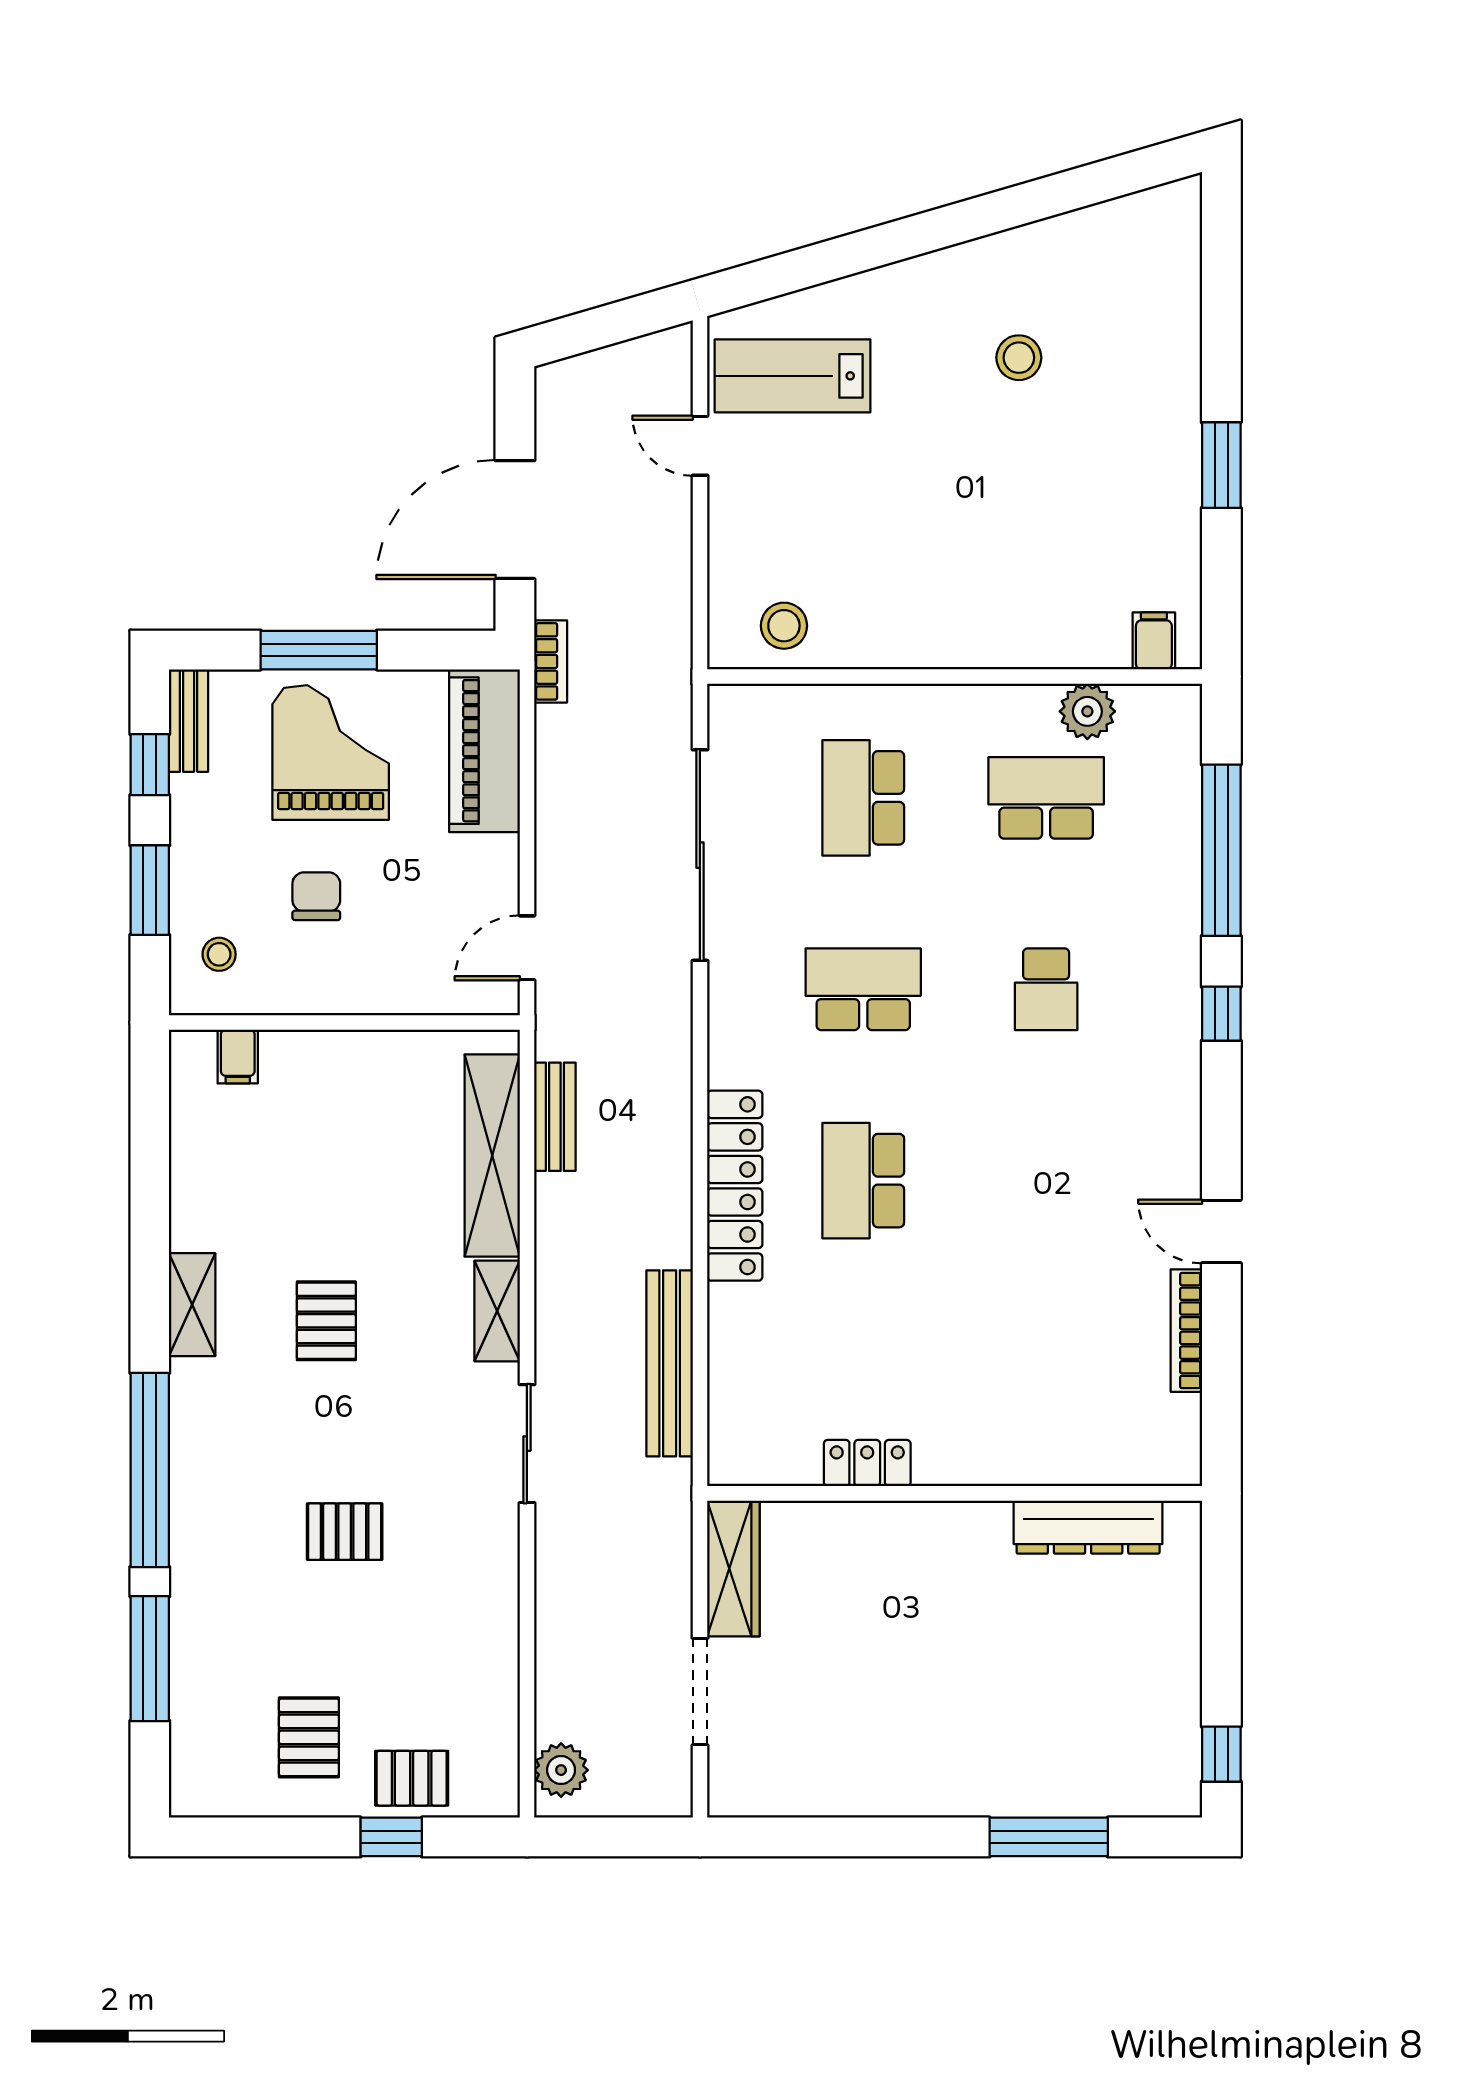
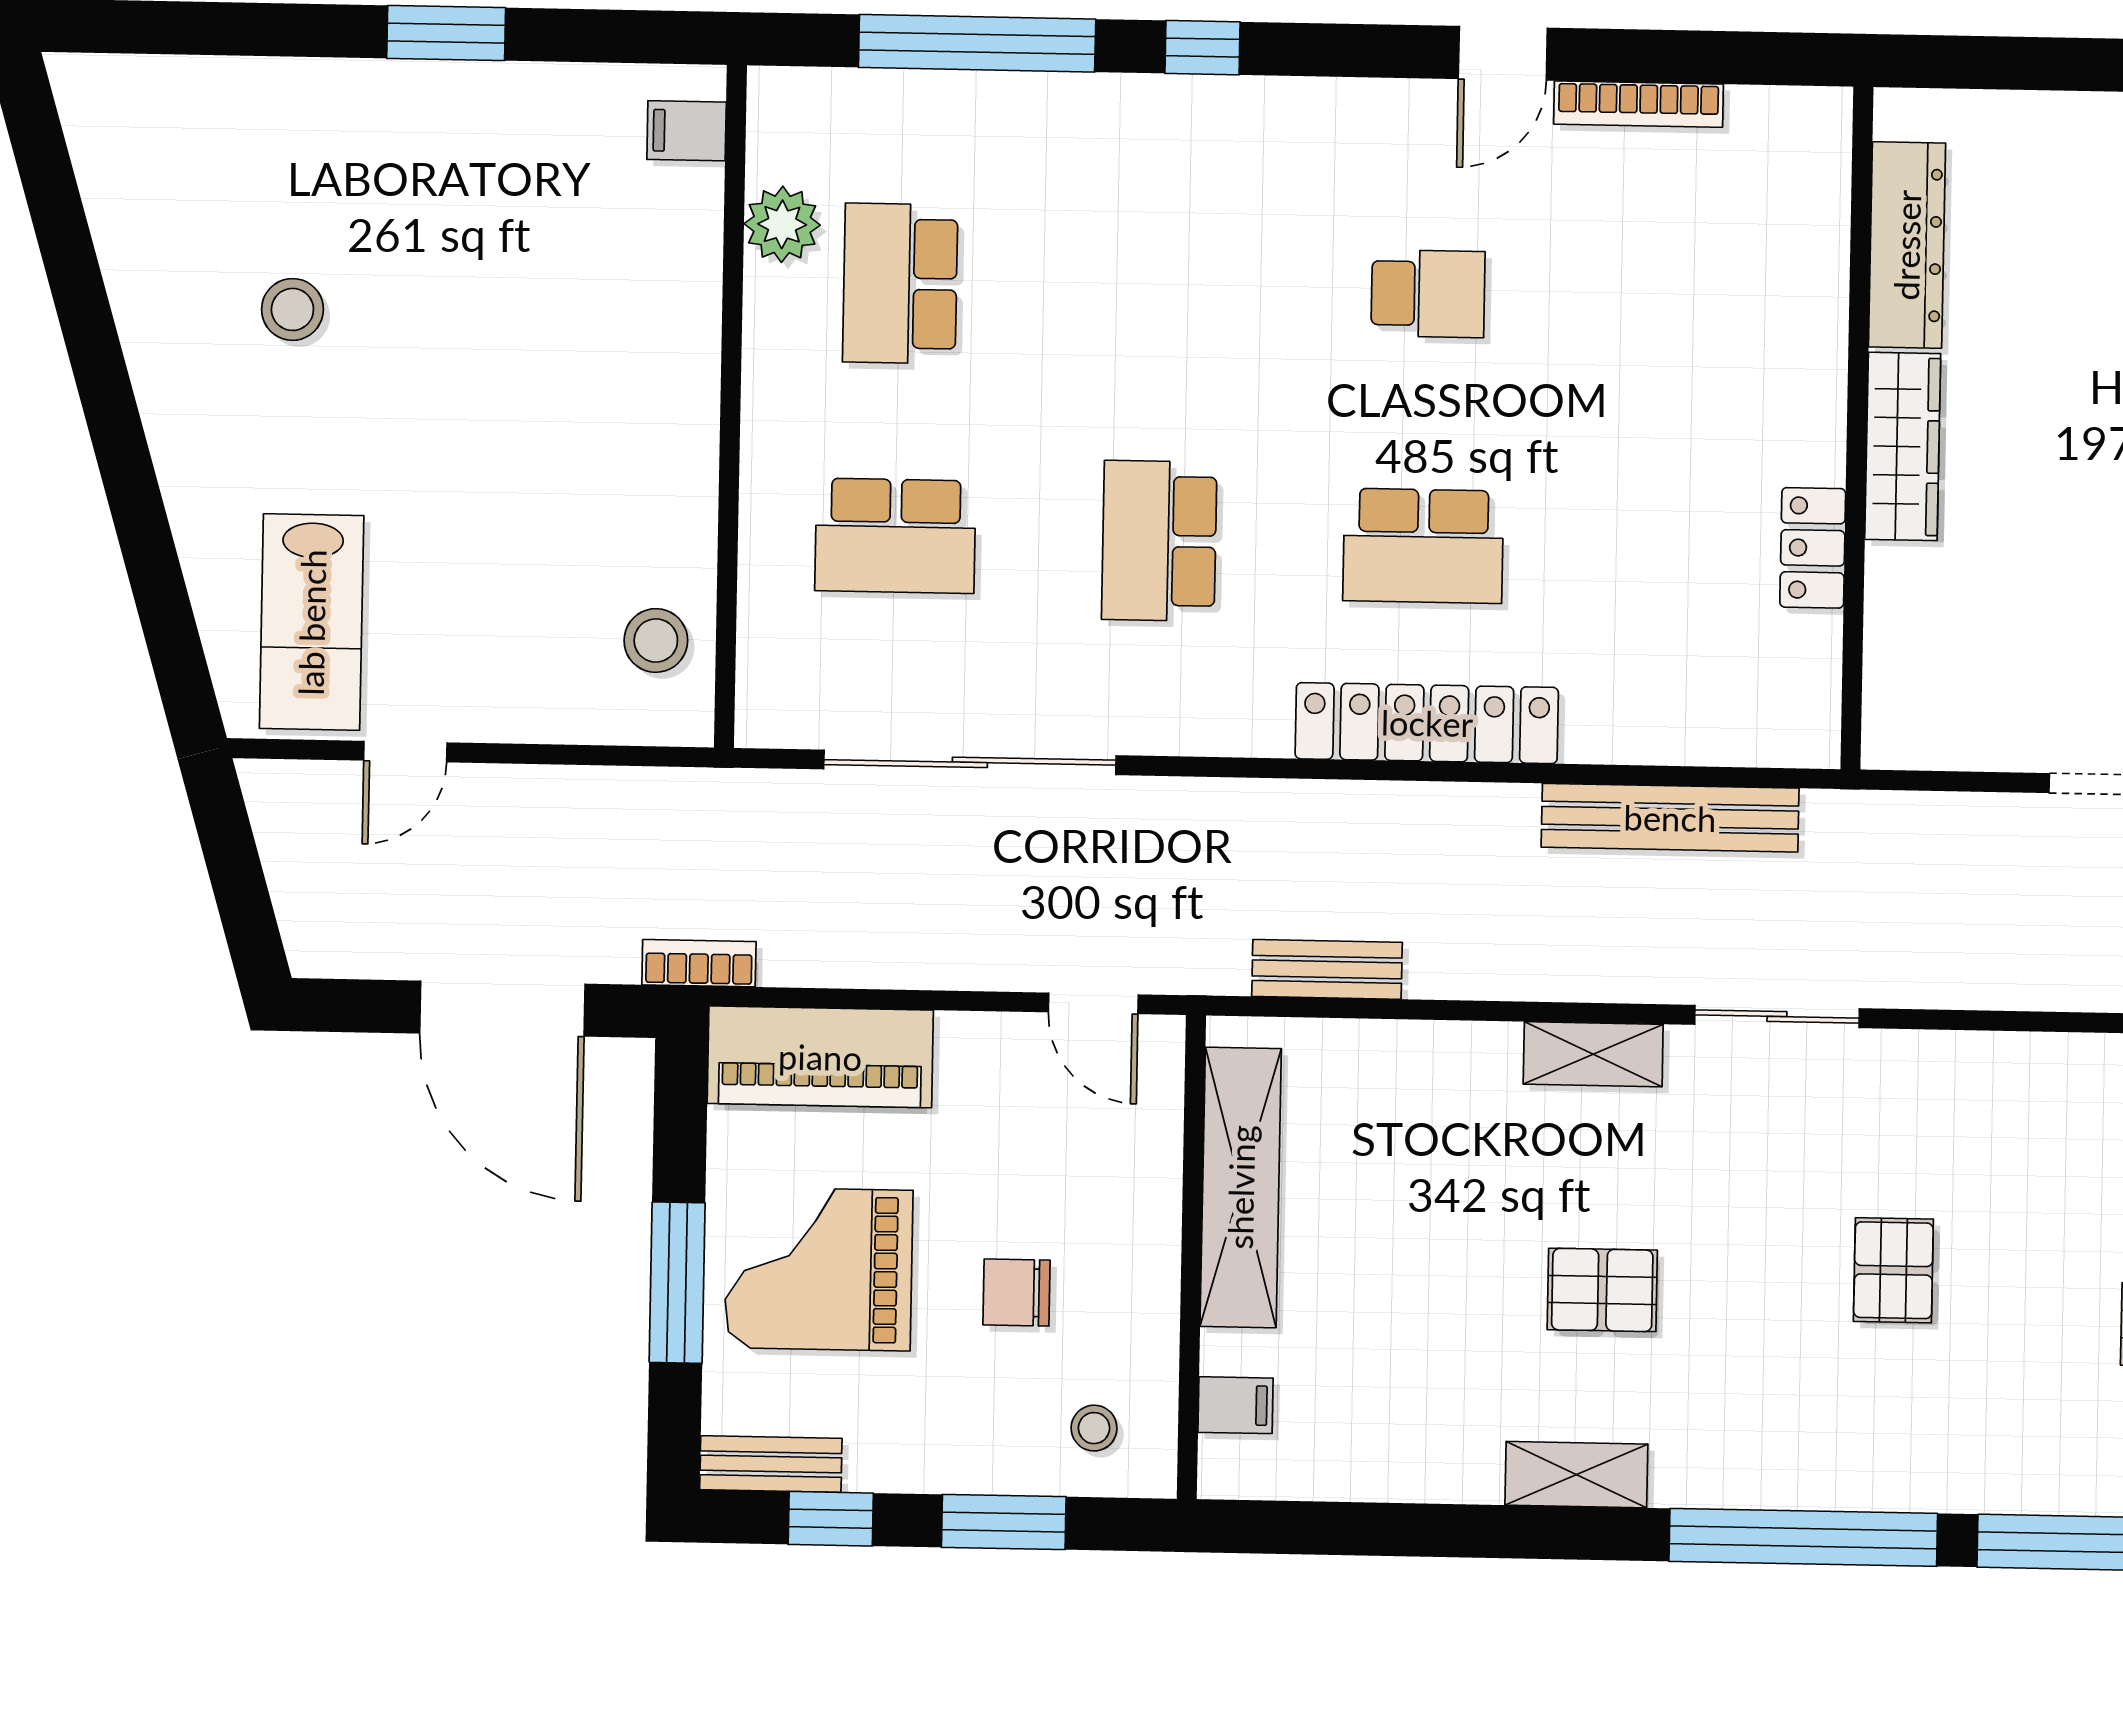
school desk: (1046, 989) -> (1428, 294), moved
shelving: (492, 1156) -> (1241, 1187), moved, turned 90
wardrobe: (733, 1568) -> (1903, 446), moved, turned 90

